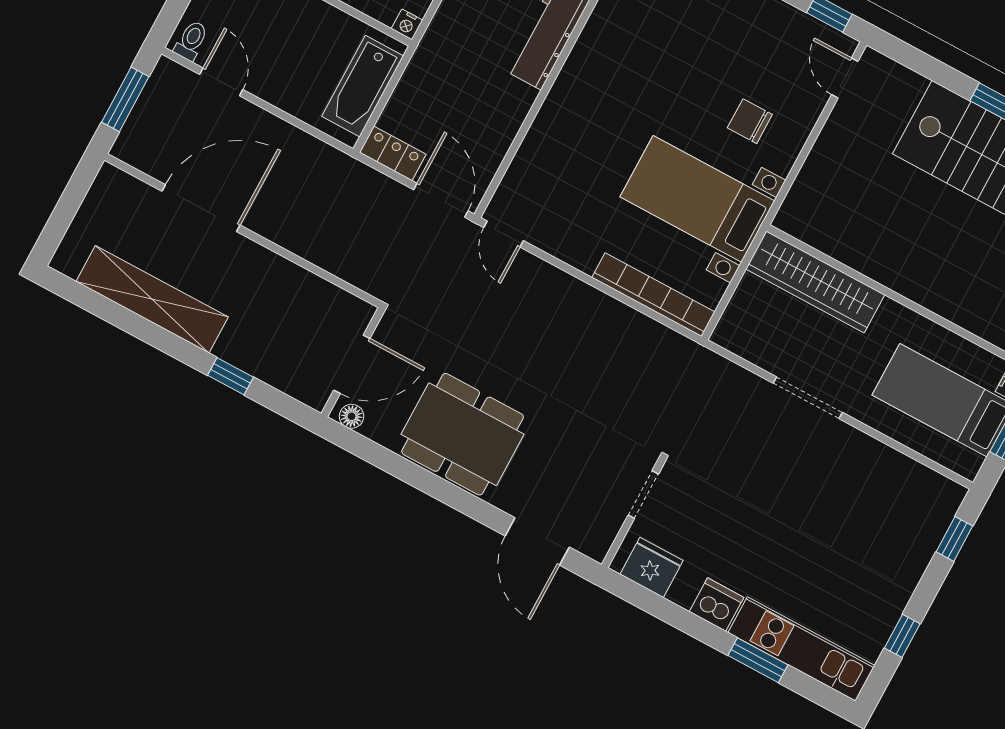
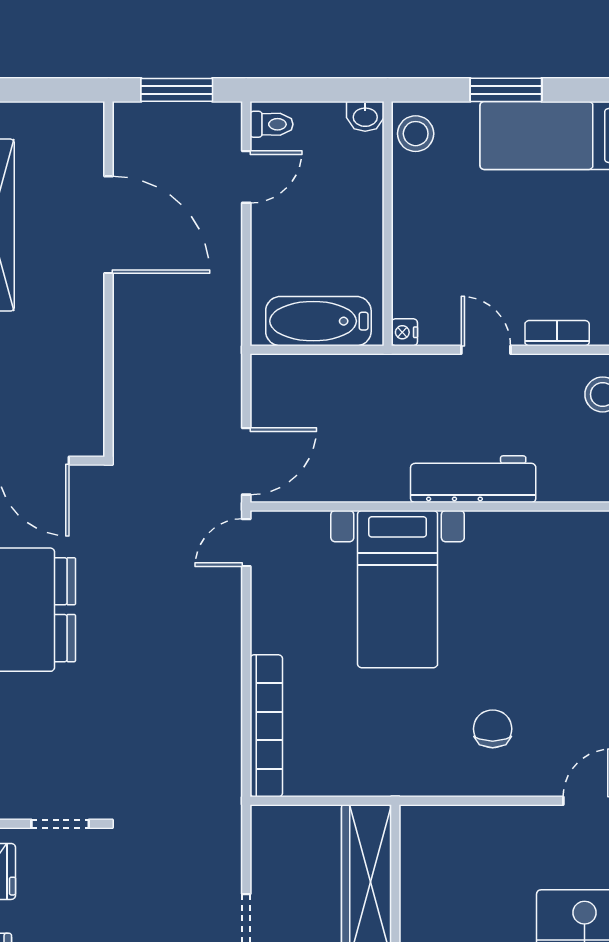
locker: (393, 153) -> (267, 388), removed
bed with nightstands: (697, 199) -> (398, 589), moved, turned 180

